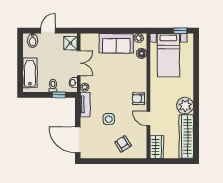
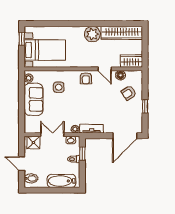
floor lamp: (142, 53) -> (120, 75), moved
door: (148, 118) -> (105, 69), hinge flipped
side table: (109, 119) -> (59, 87), moved
window: (109, 161) -> (145, 106), added

